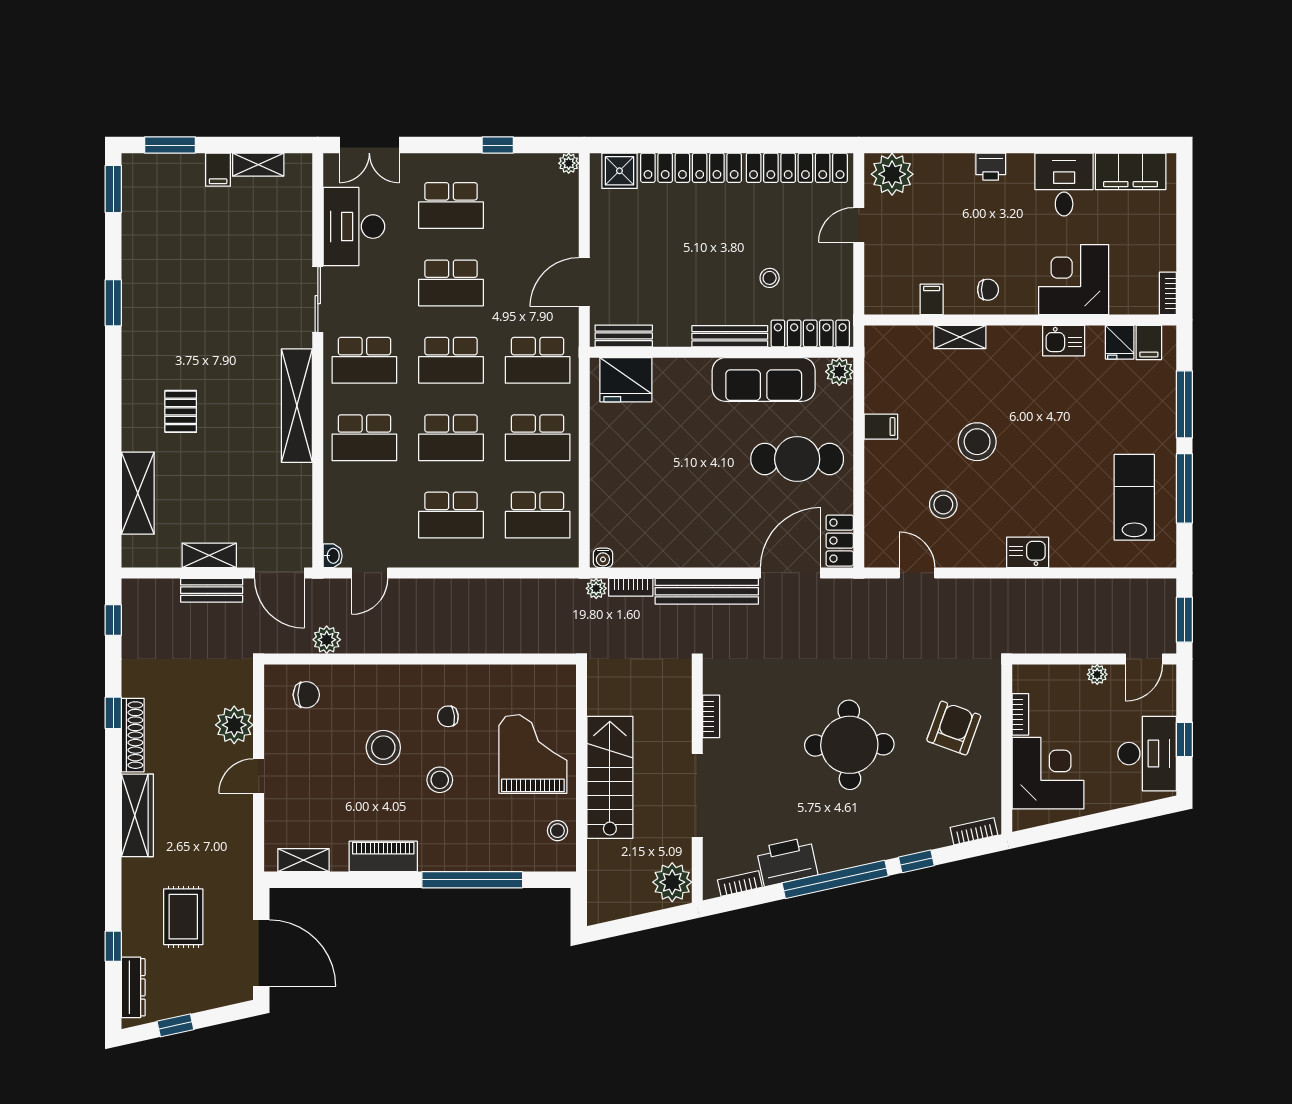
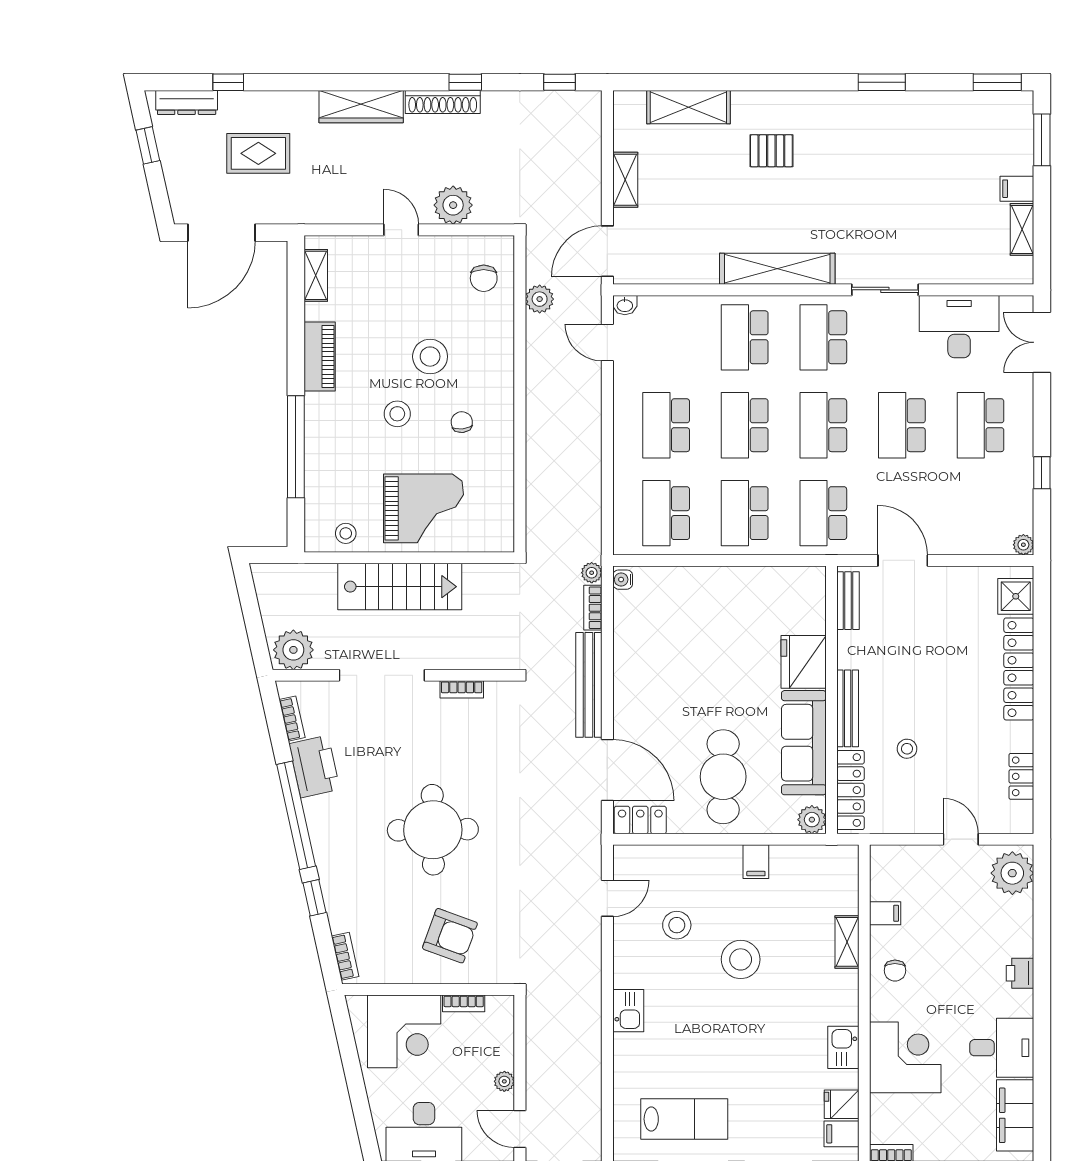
locker: (797, 168) -> (1021, 776), width x0.46, depth x0.83
fridge: (626, 380) -> (804, 662), moved
bench: (212, 590) -> (590, 182), removed

